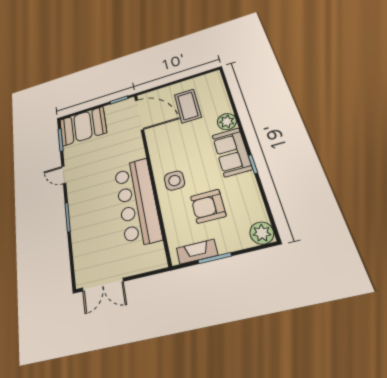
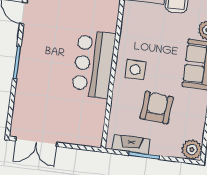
bar counter: (137, 202) -> (94, 64), width x0.73
armchair: (208, 206) -> (157, 108), turned 94

